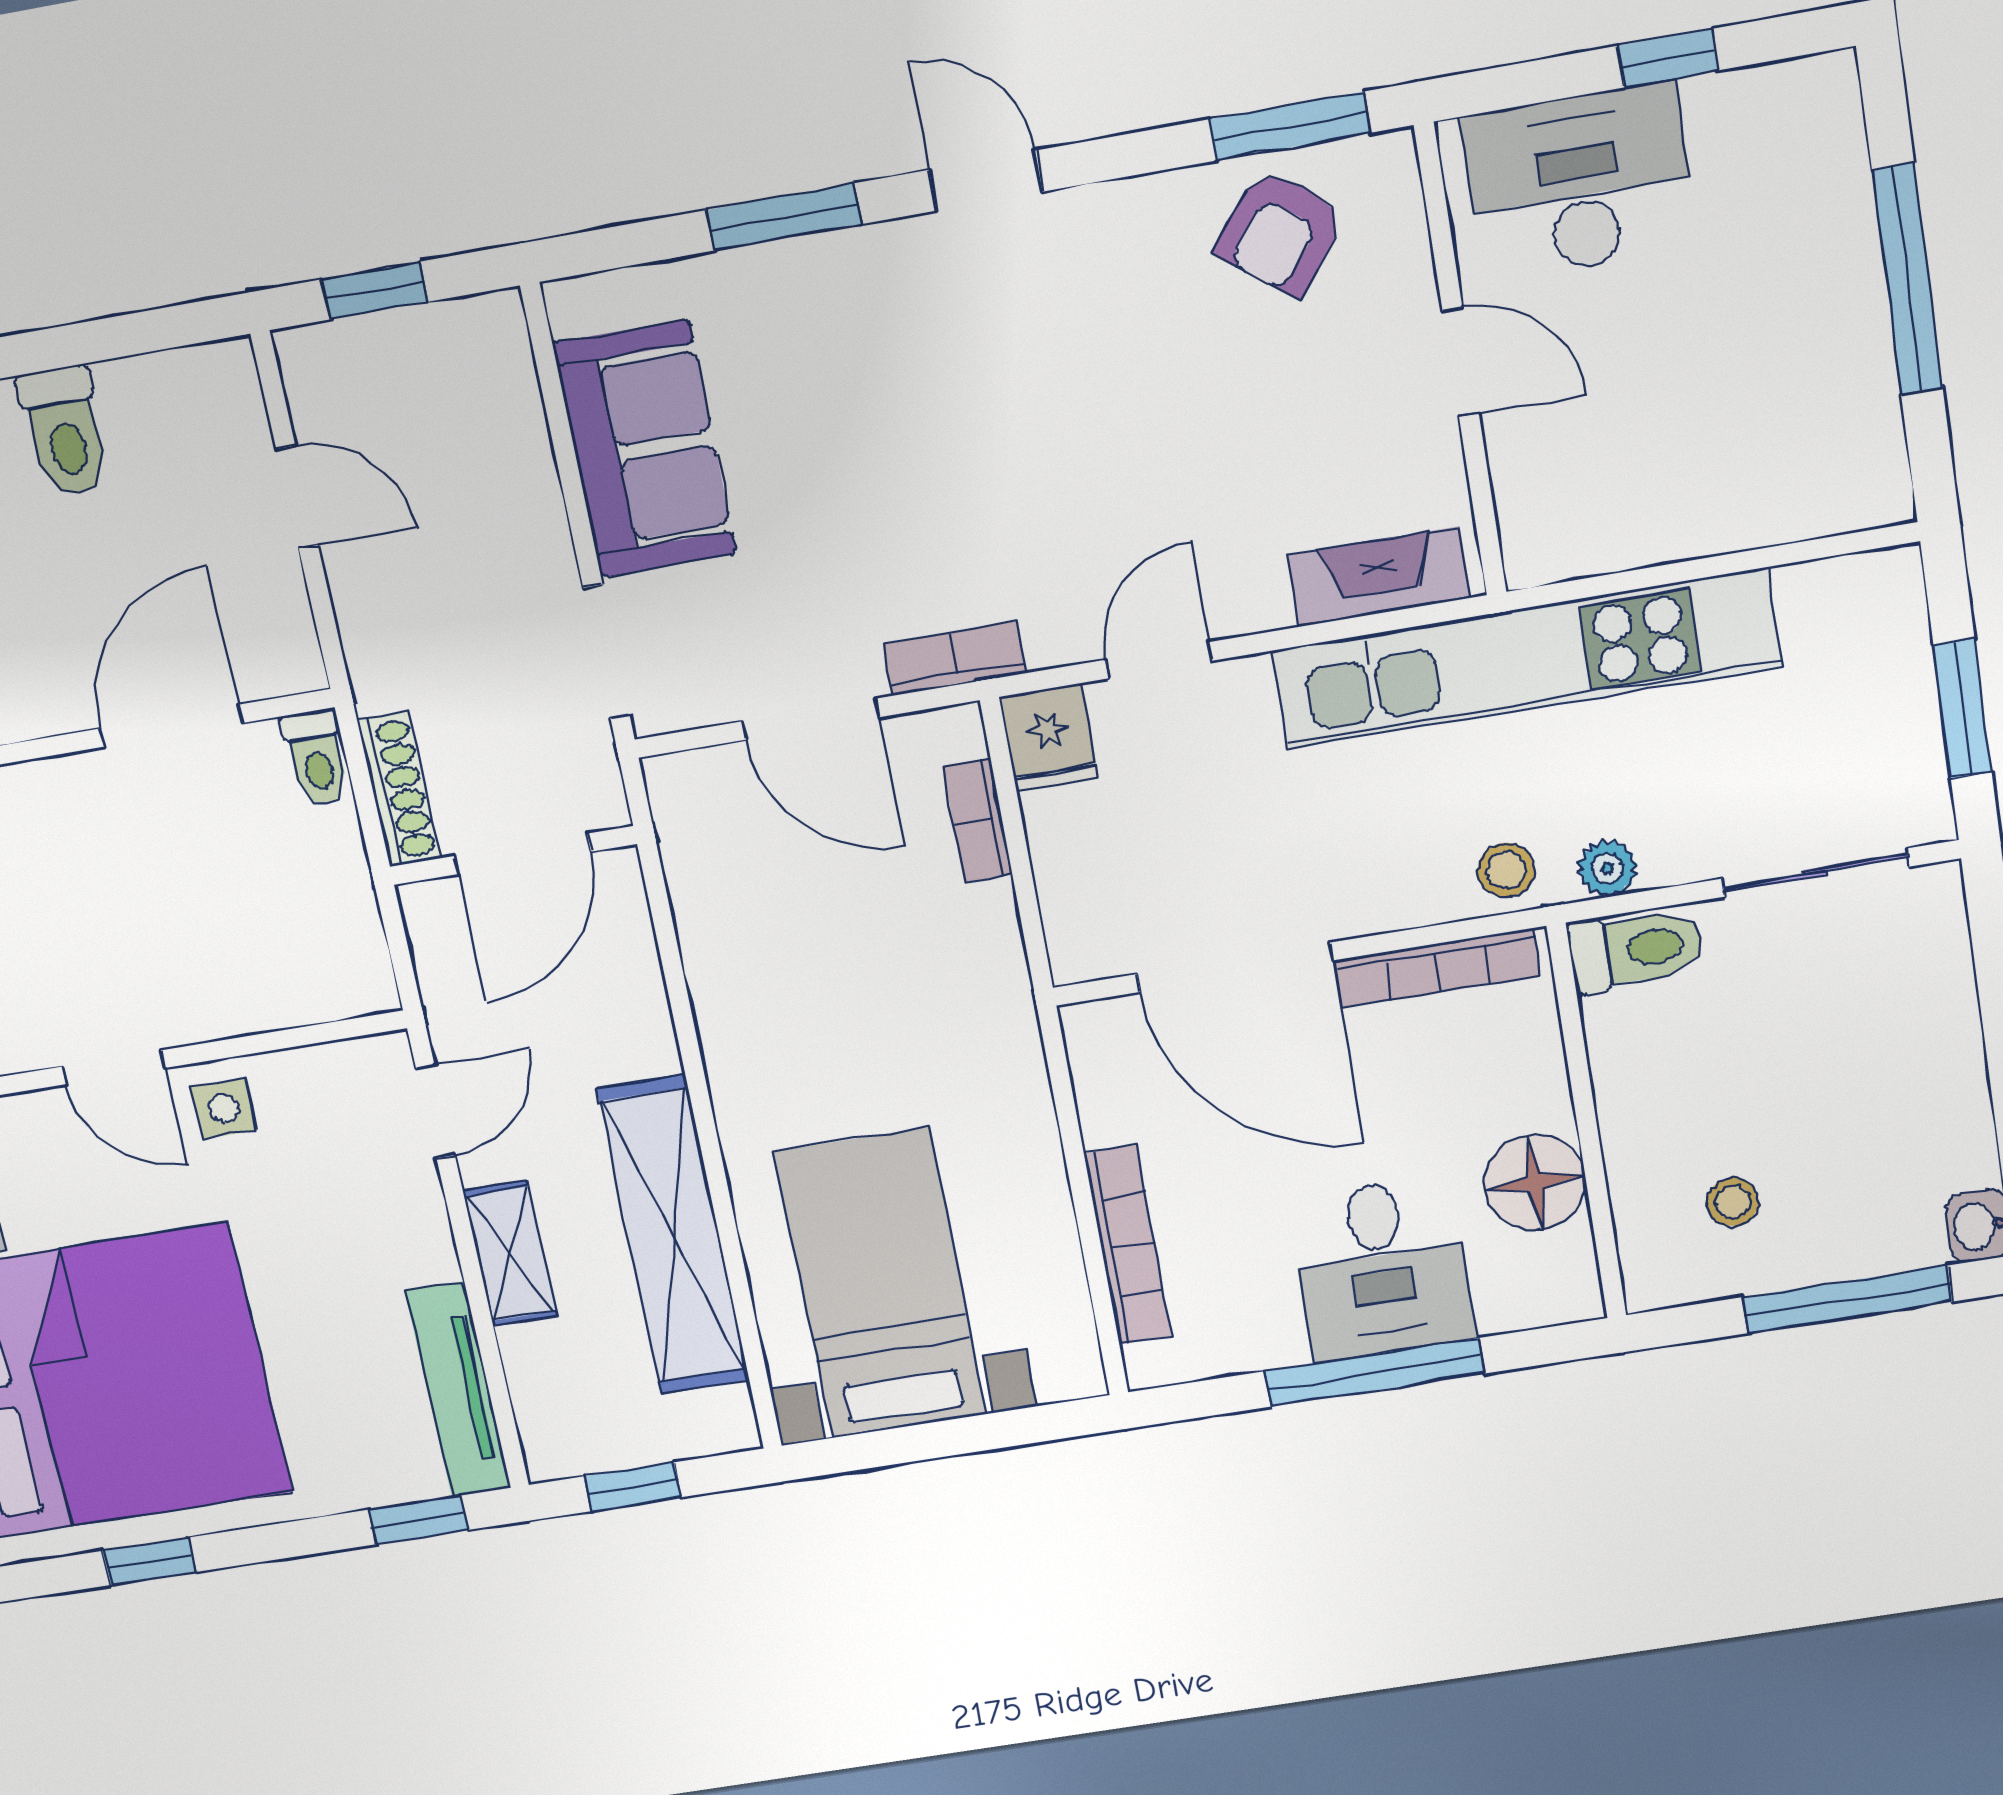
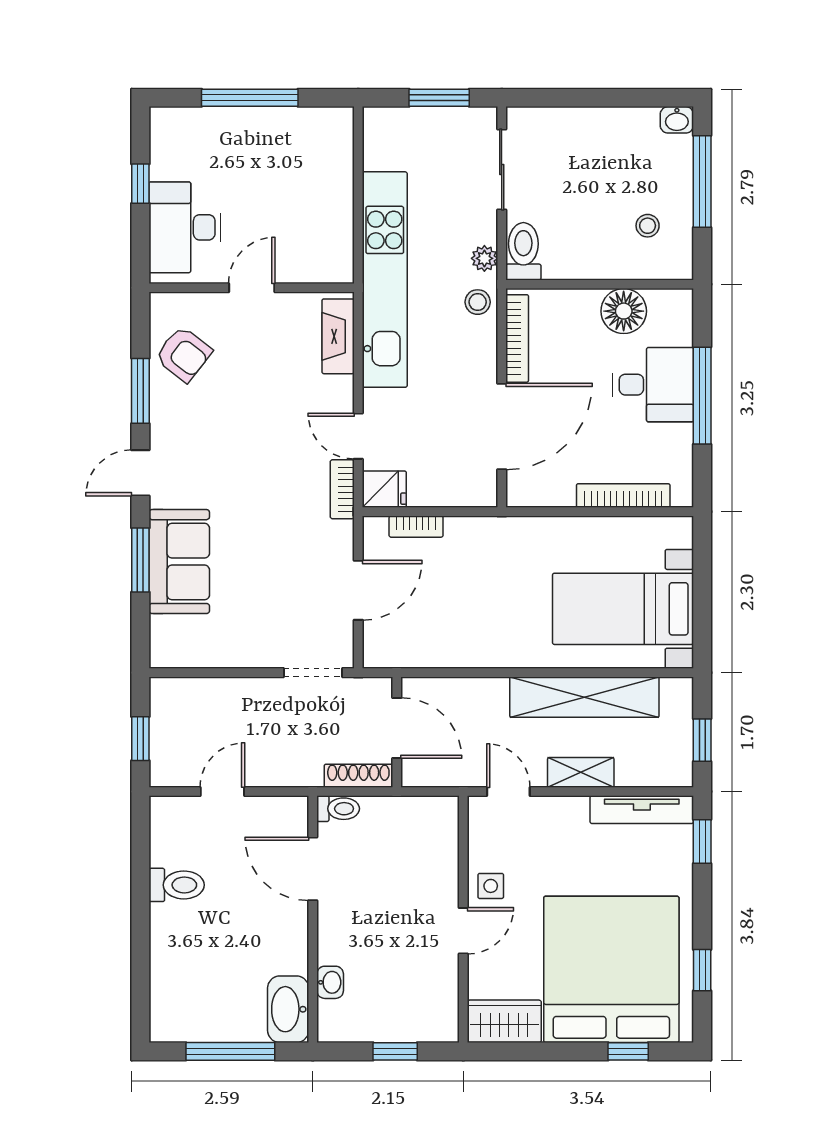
window: (1290, 126) -> (140, 391), moved
sofa: (645, 449) -> (179, 562), moved, turned 90
bookcase: (955, 658) -> (342, 489), moved

